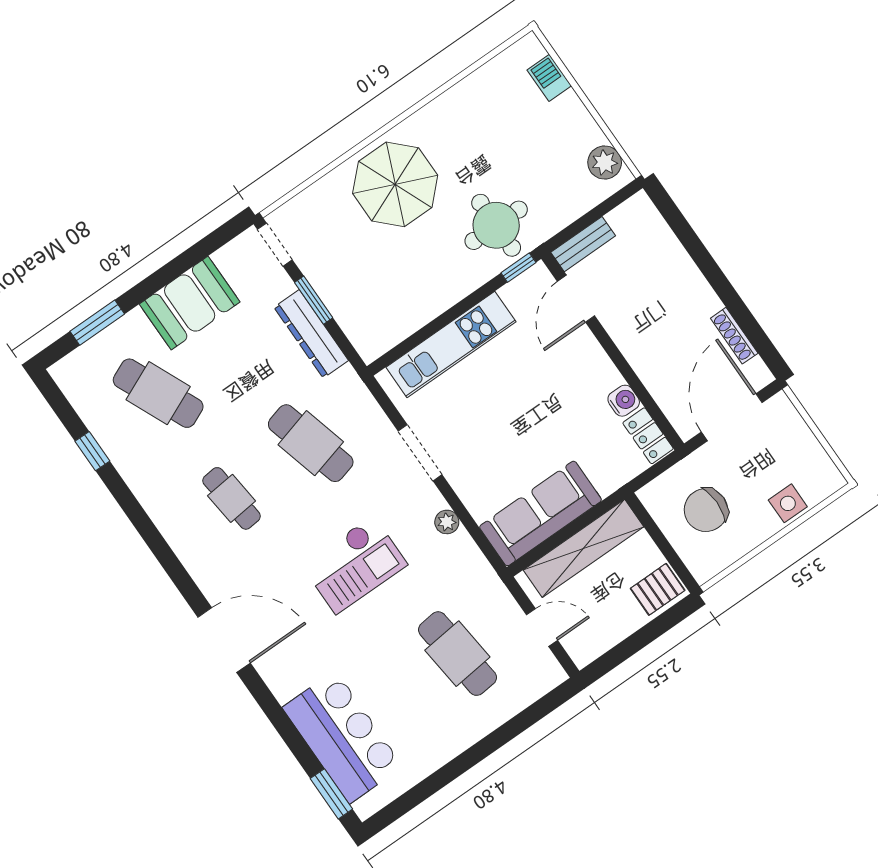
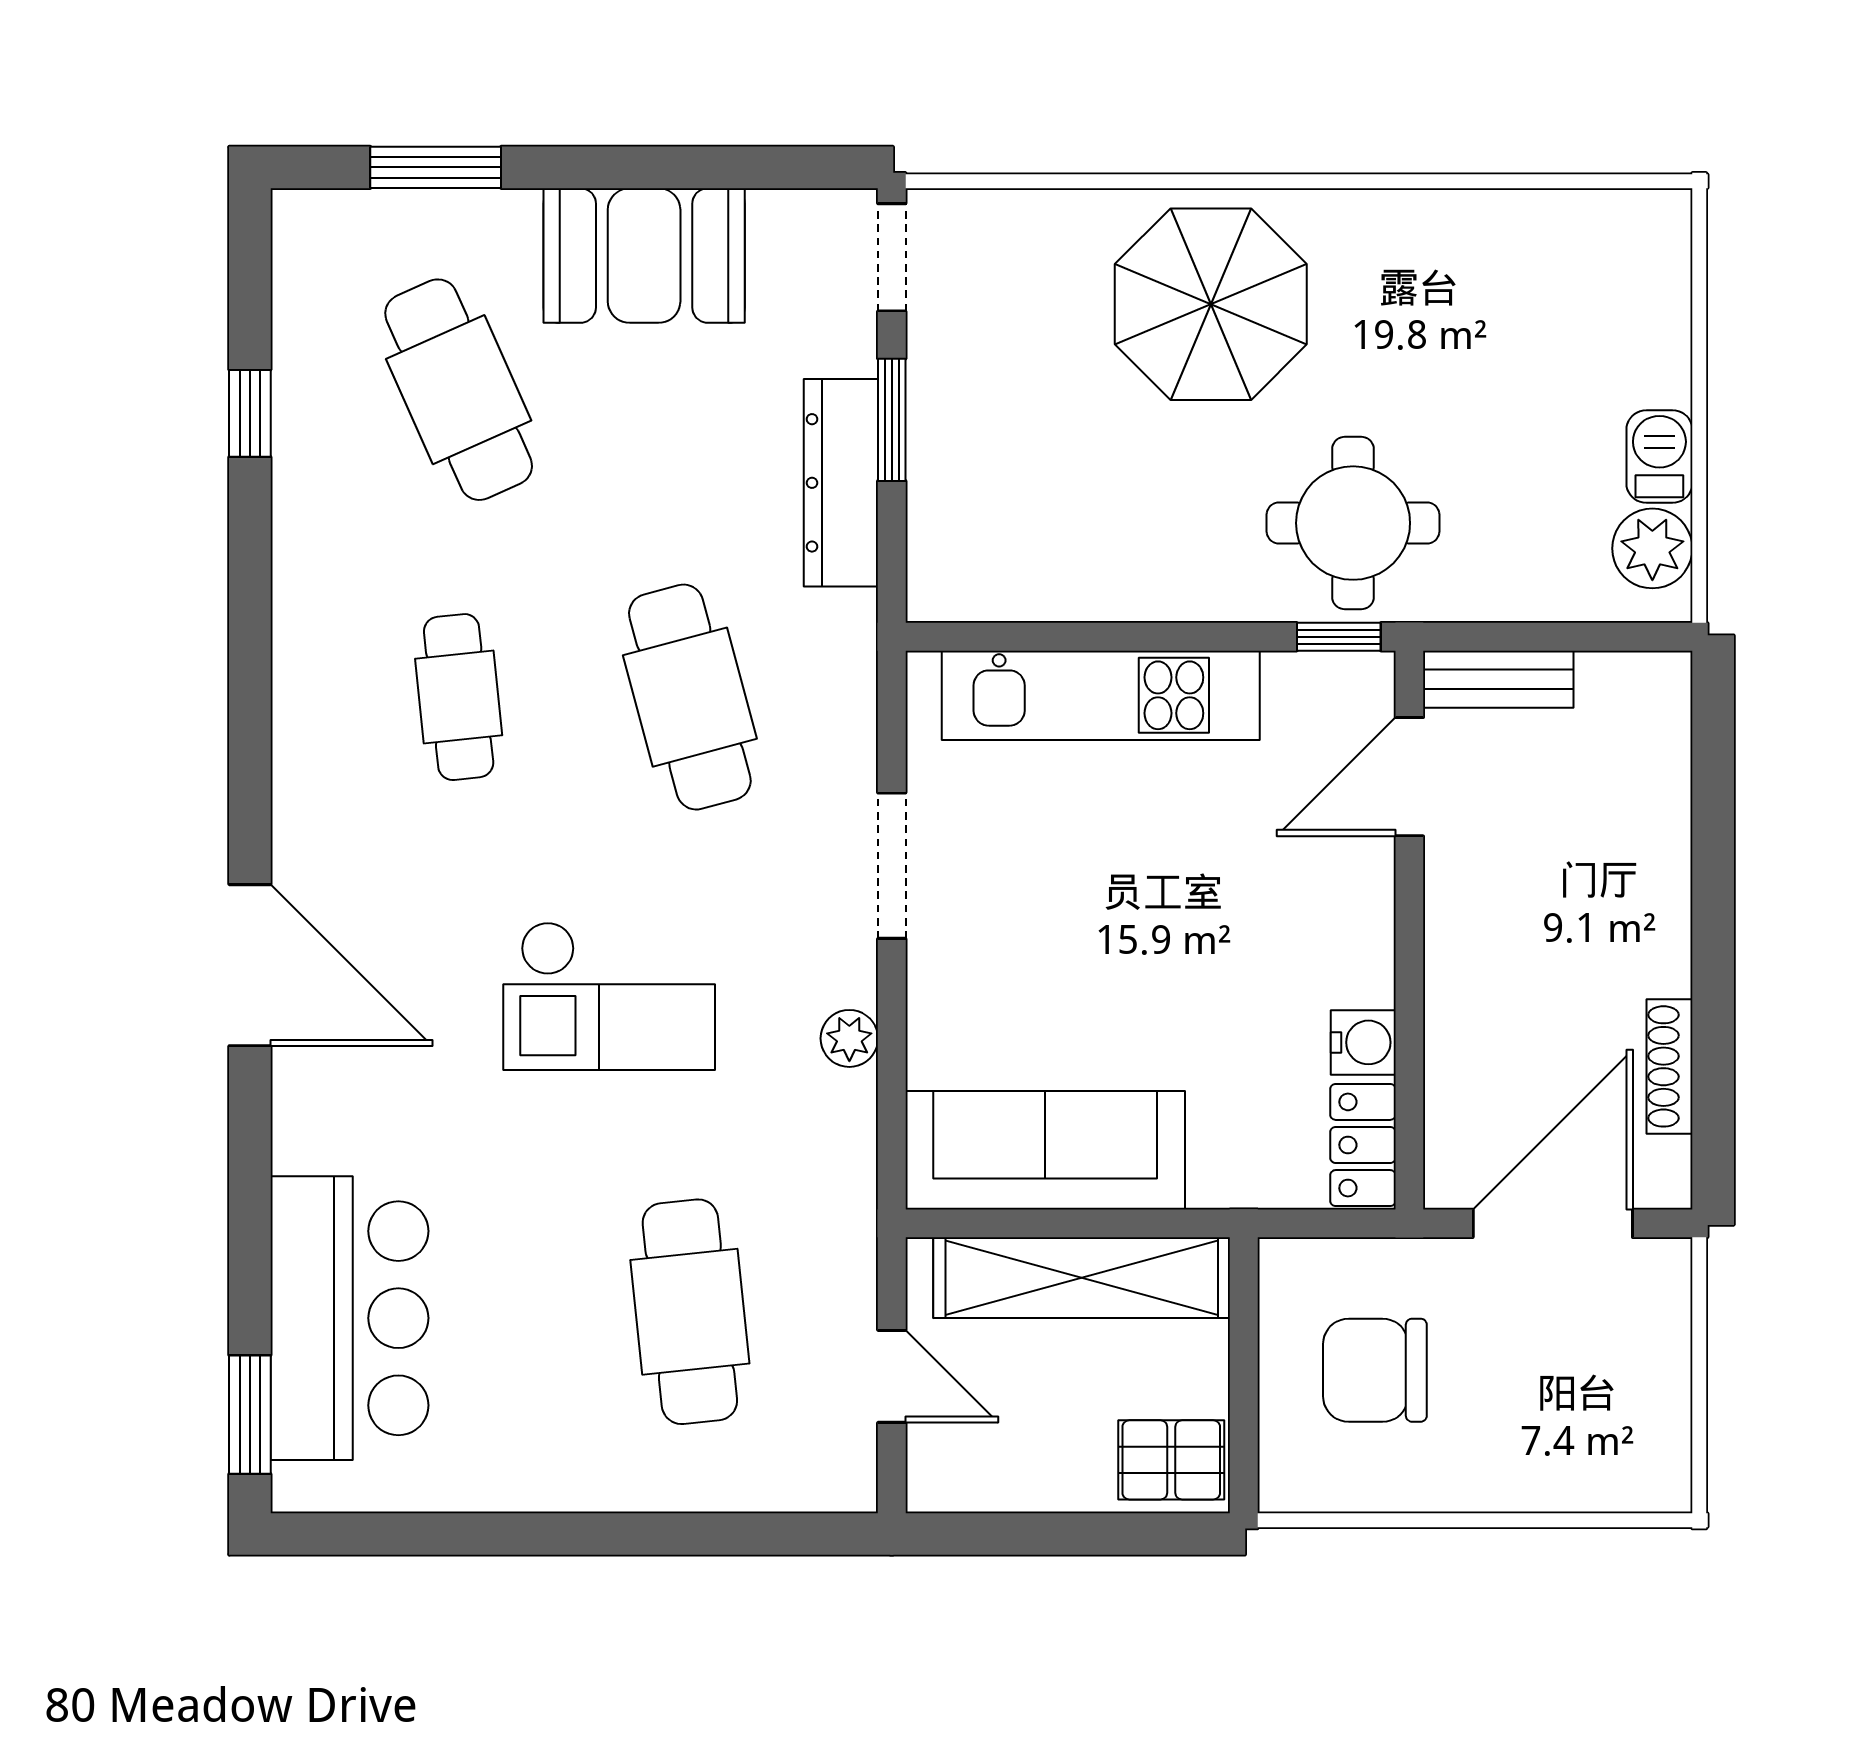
barbecue: (549, 78) -> (1659, 457), moved
side table: (788, 503) -> (1545, 1470), removed

